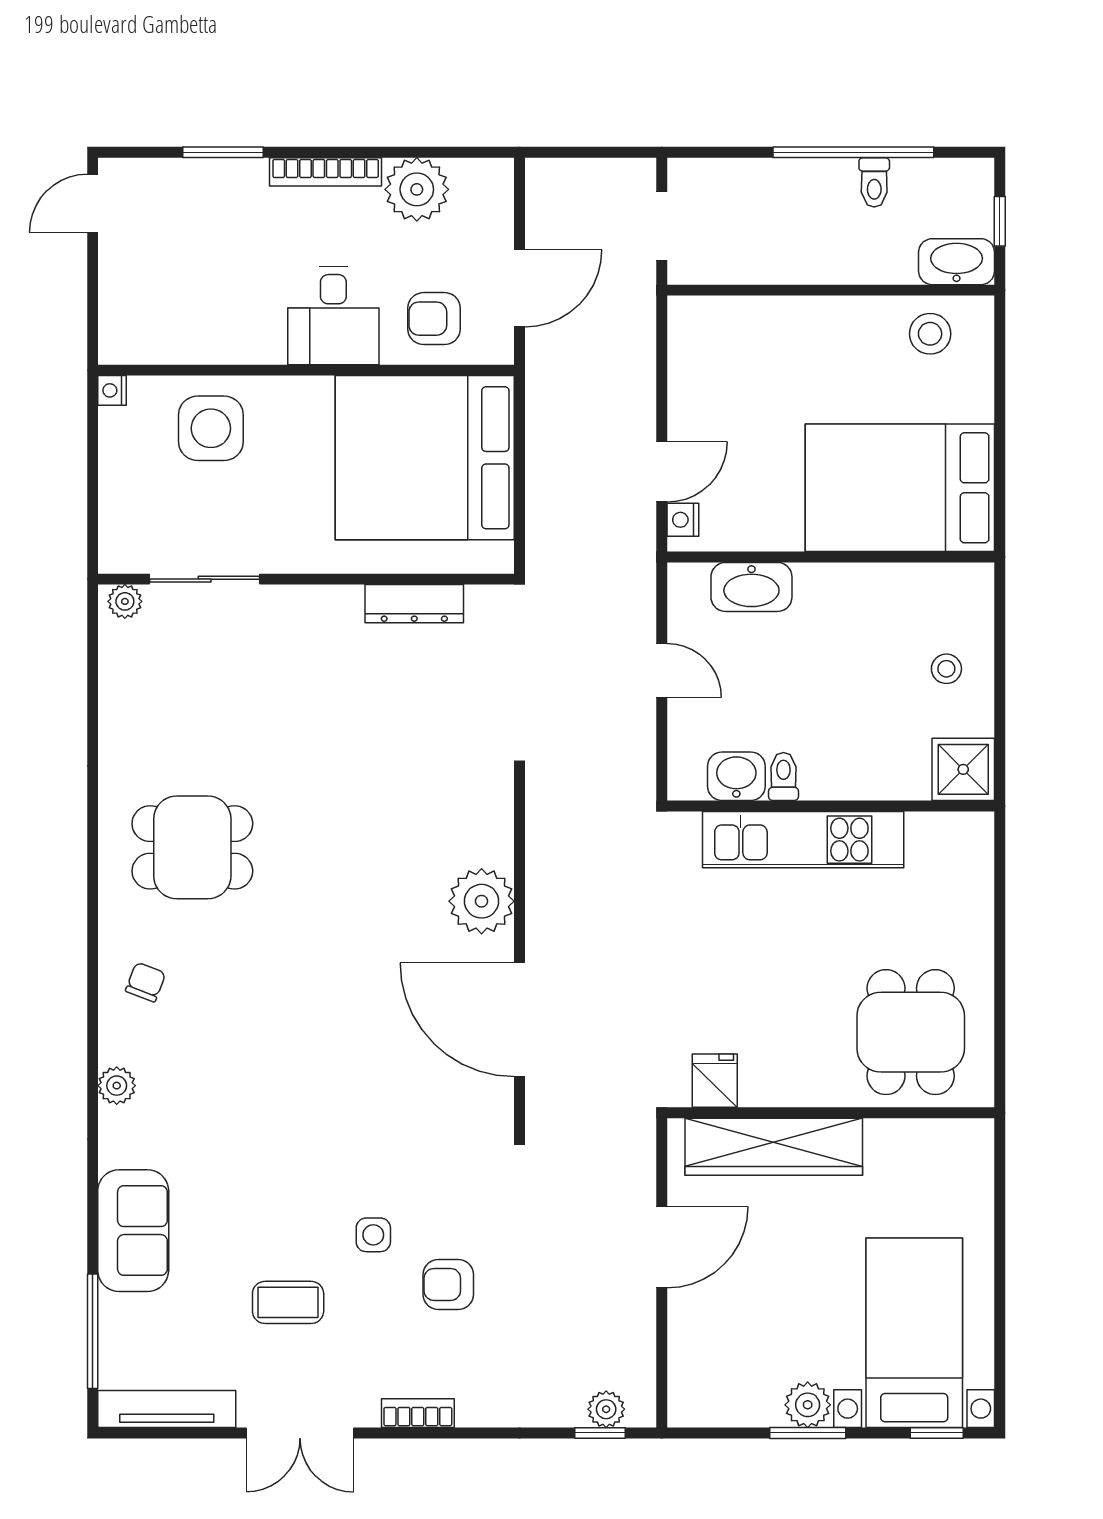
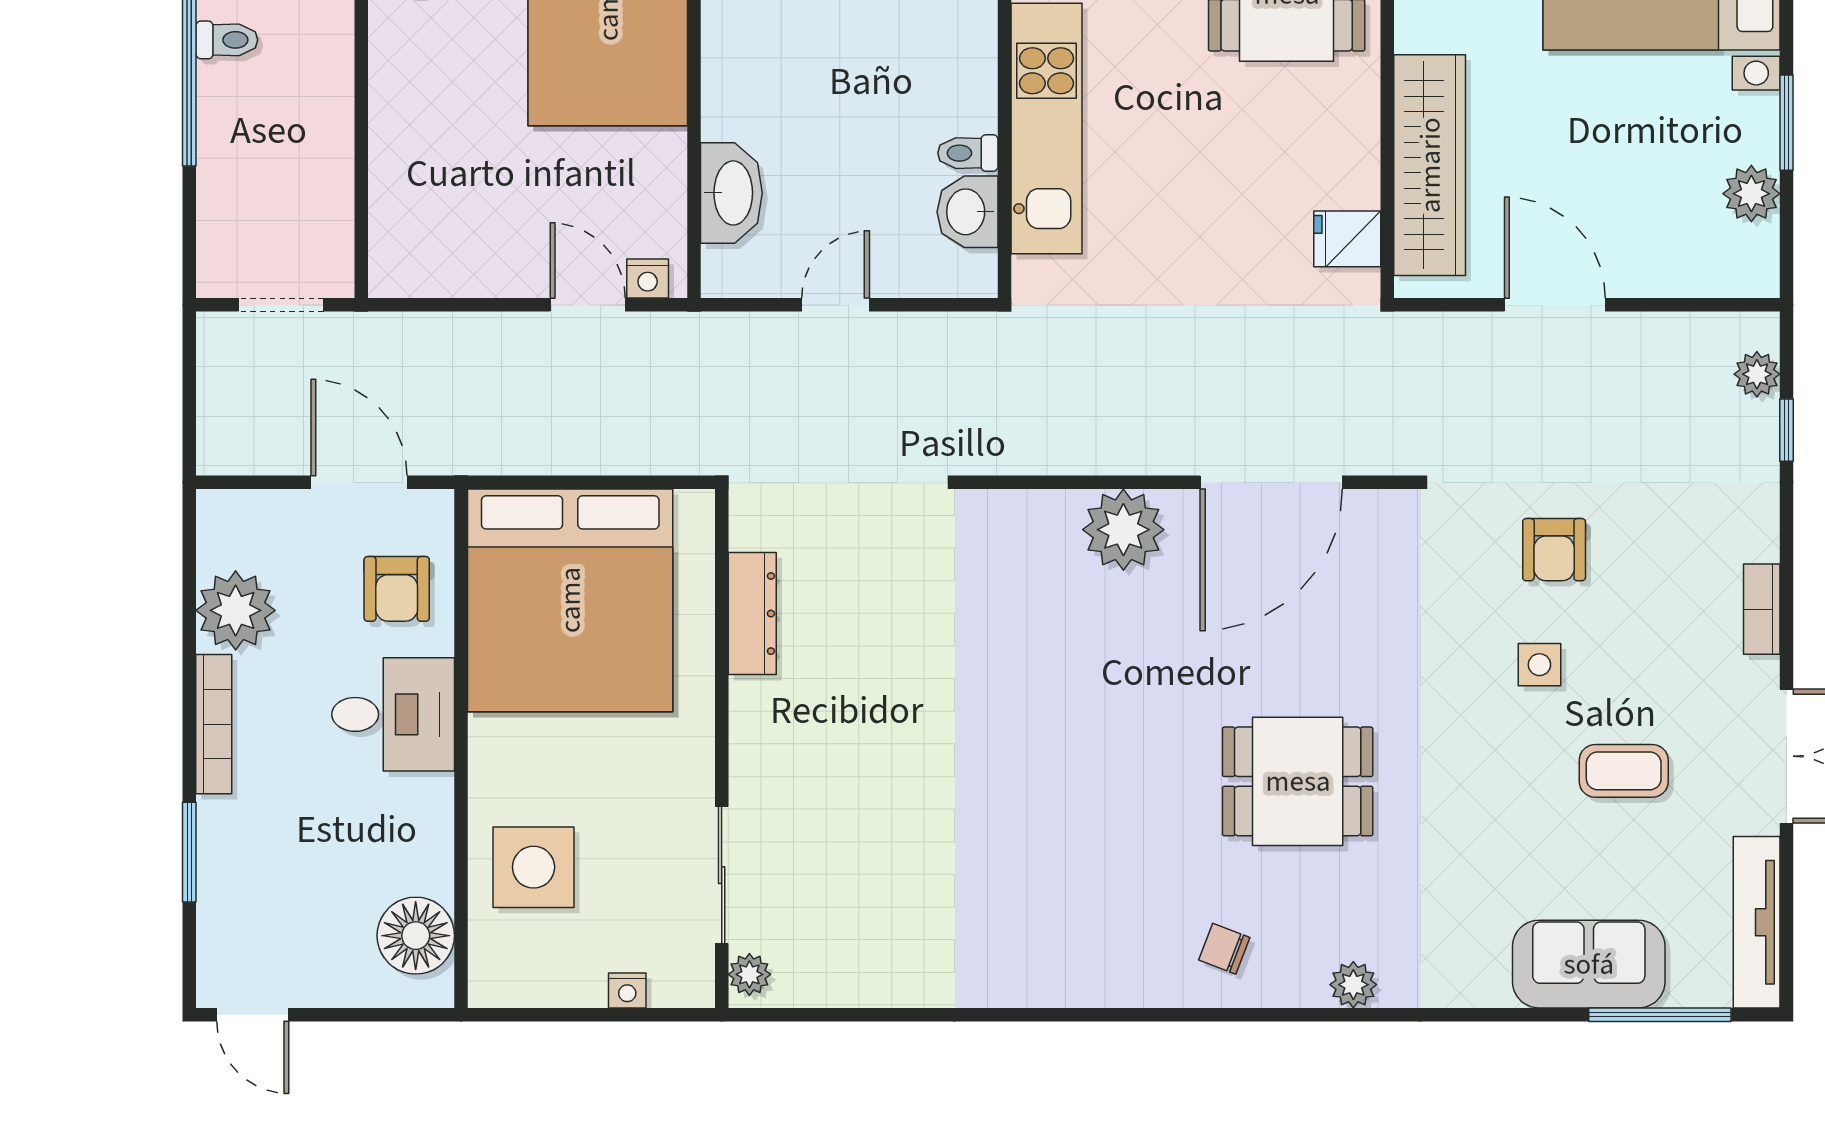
floor lamp: (156, 334) -> (416, 936), added
nightstand: (112, 390) -> (627, 990), moved
dining table: (192, 847) -> (1298, 781), moved, turned 90
sofa: (133, 1231) -> (1589, 964), moved
armchair: (448, 1284) -> (1554, 550), moved
coffee table: (288, 1302) -> (1624, 771), turned 90
plant: (808, 1405) -> (1751, 194), moved
window: (600, 1433) -> (1786, 430), moved

